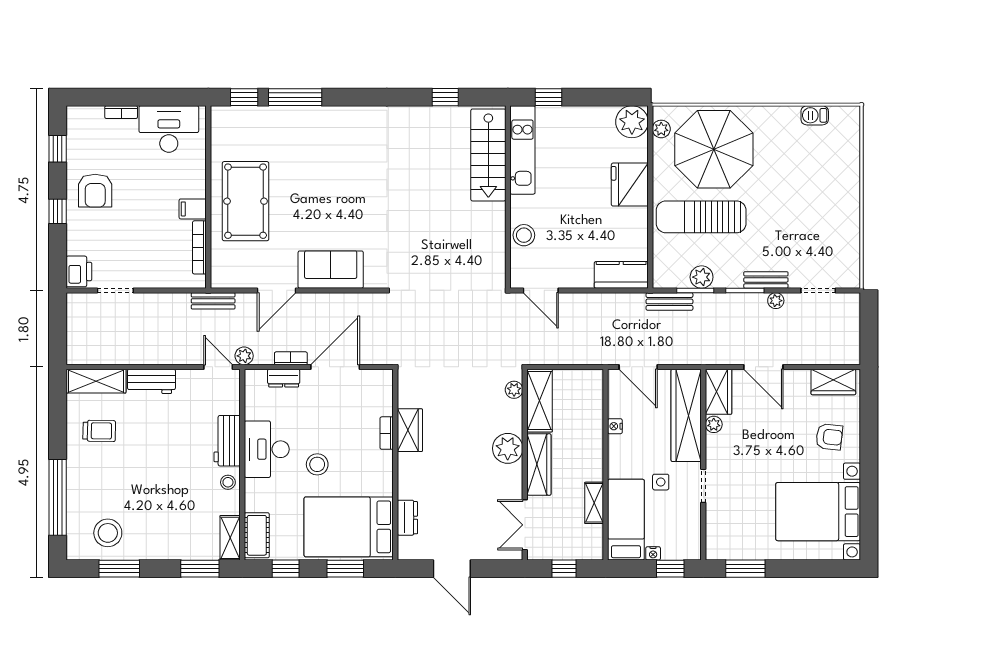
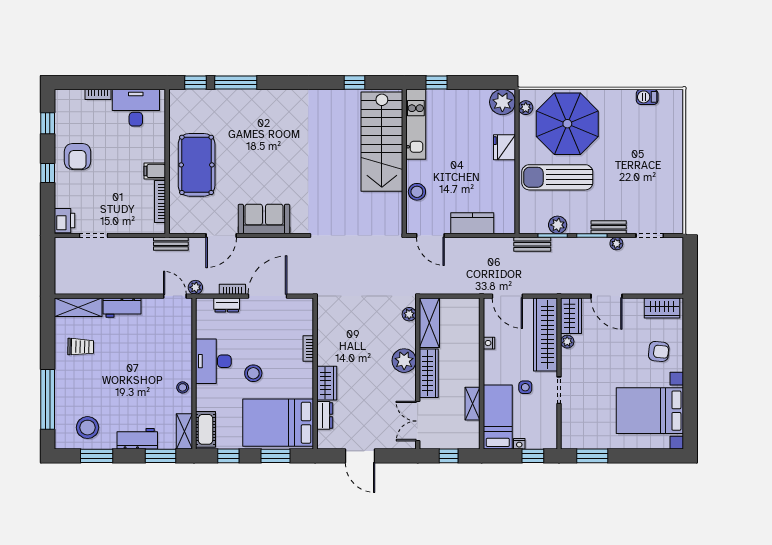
stairs: (488, 155) -> (382, 142), width x1.36, depth x1.51
fridge: (630, 185) -> (504, 147), width x0.73, depth x0.75
kitchen counter: (621, 275) -> (472, 223), moved
wardrobe: (410, 430) -> (327, 383), moved
workbench: (227, 441) -> (137, 439), moved, turned 90

